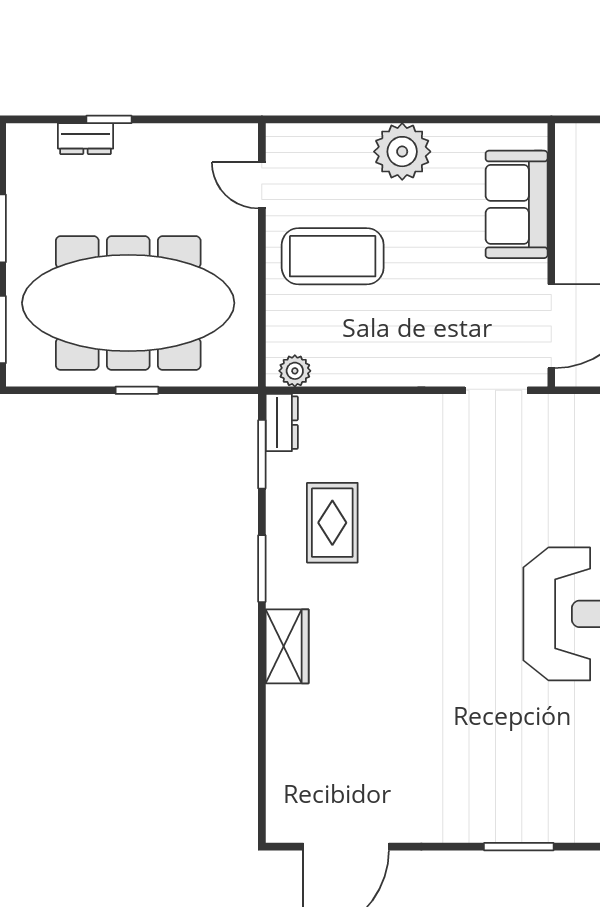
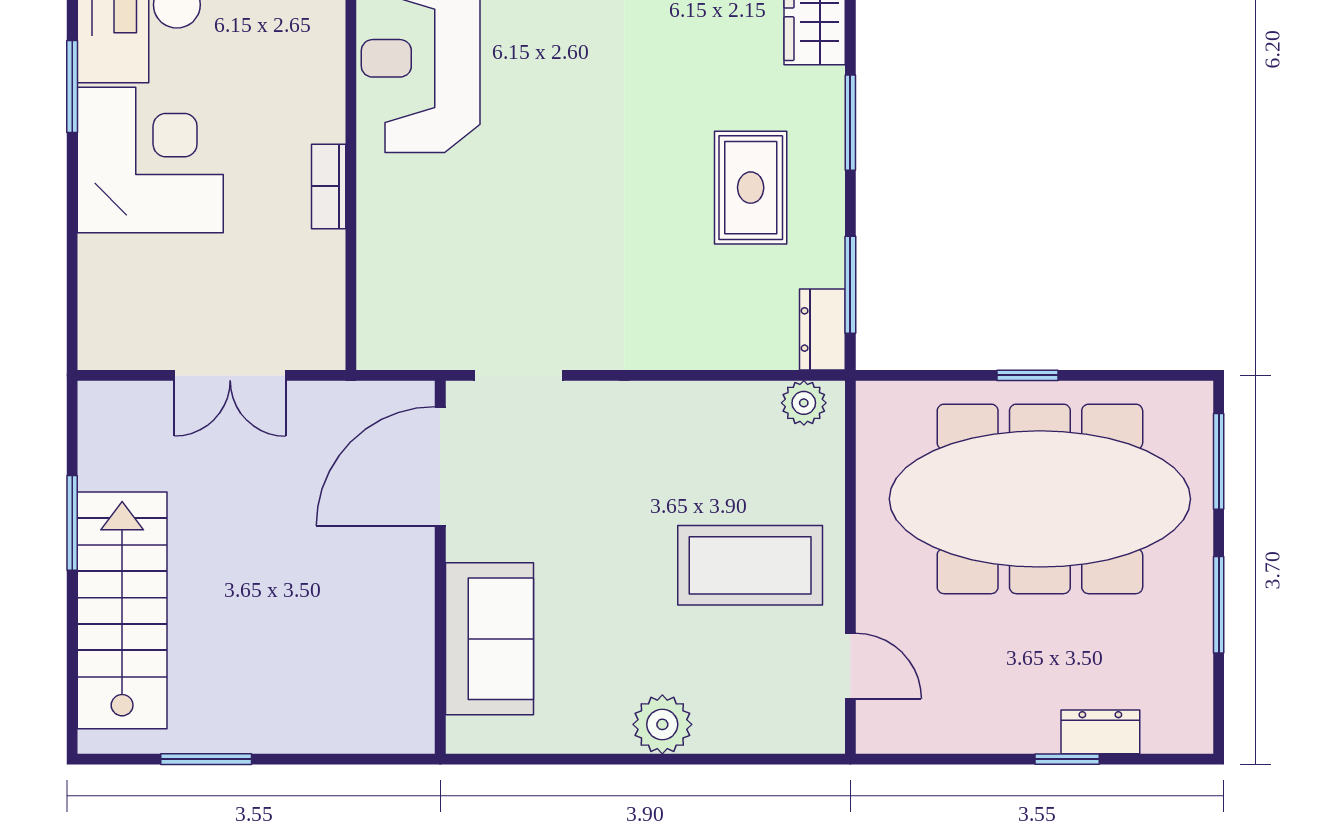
plant: (402, 152) -> (662, 724), width x0.73, depth x0.73

